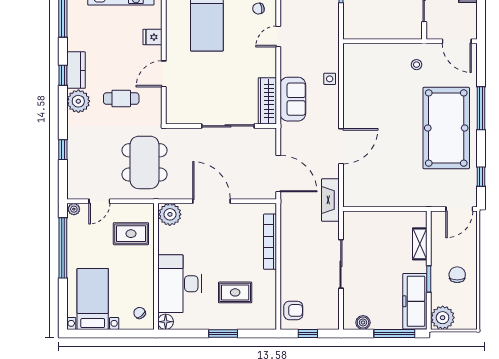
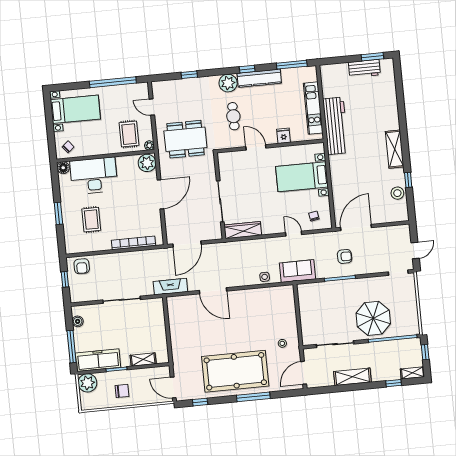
kitchen counter: (76, 70) -> (259, 78), width x1.50
sofa: (293, 99) -> (297, 271), moved, turned 180
plant: (74, 209) -> (149, 145), moved

